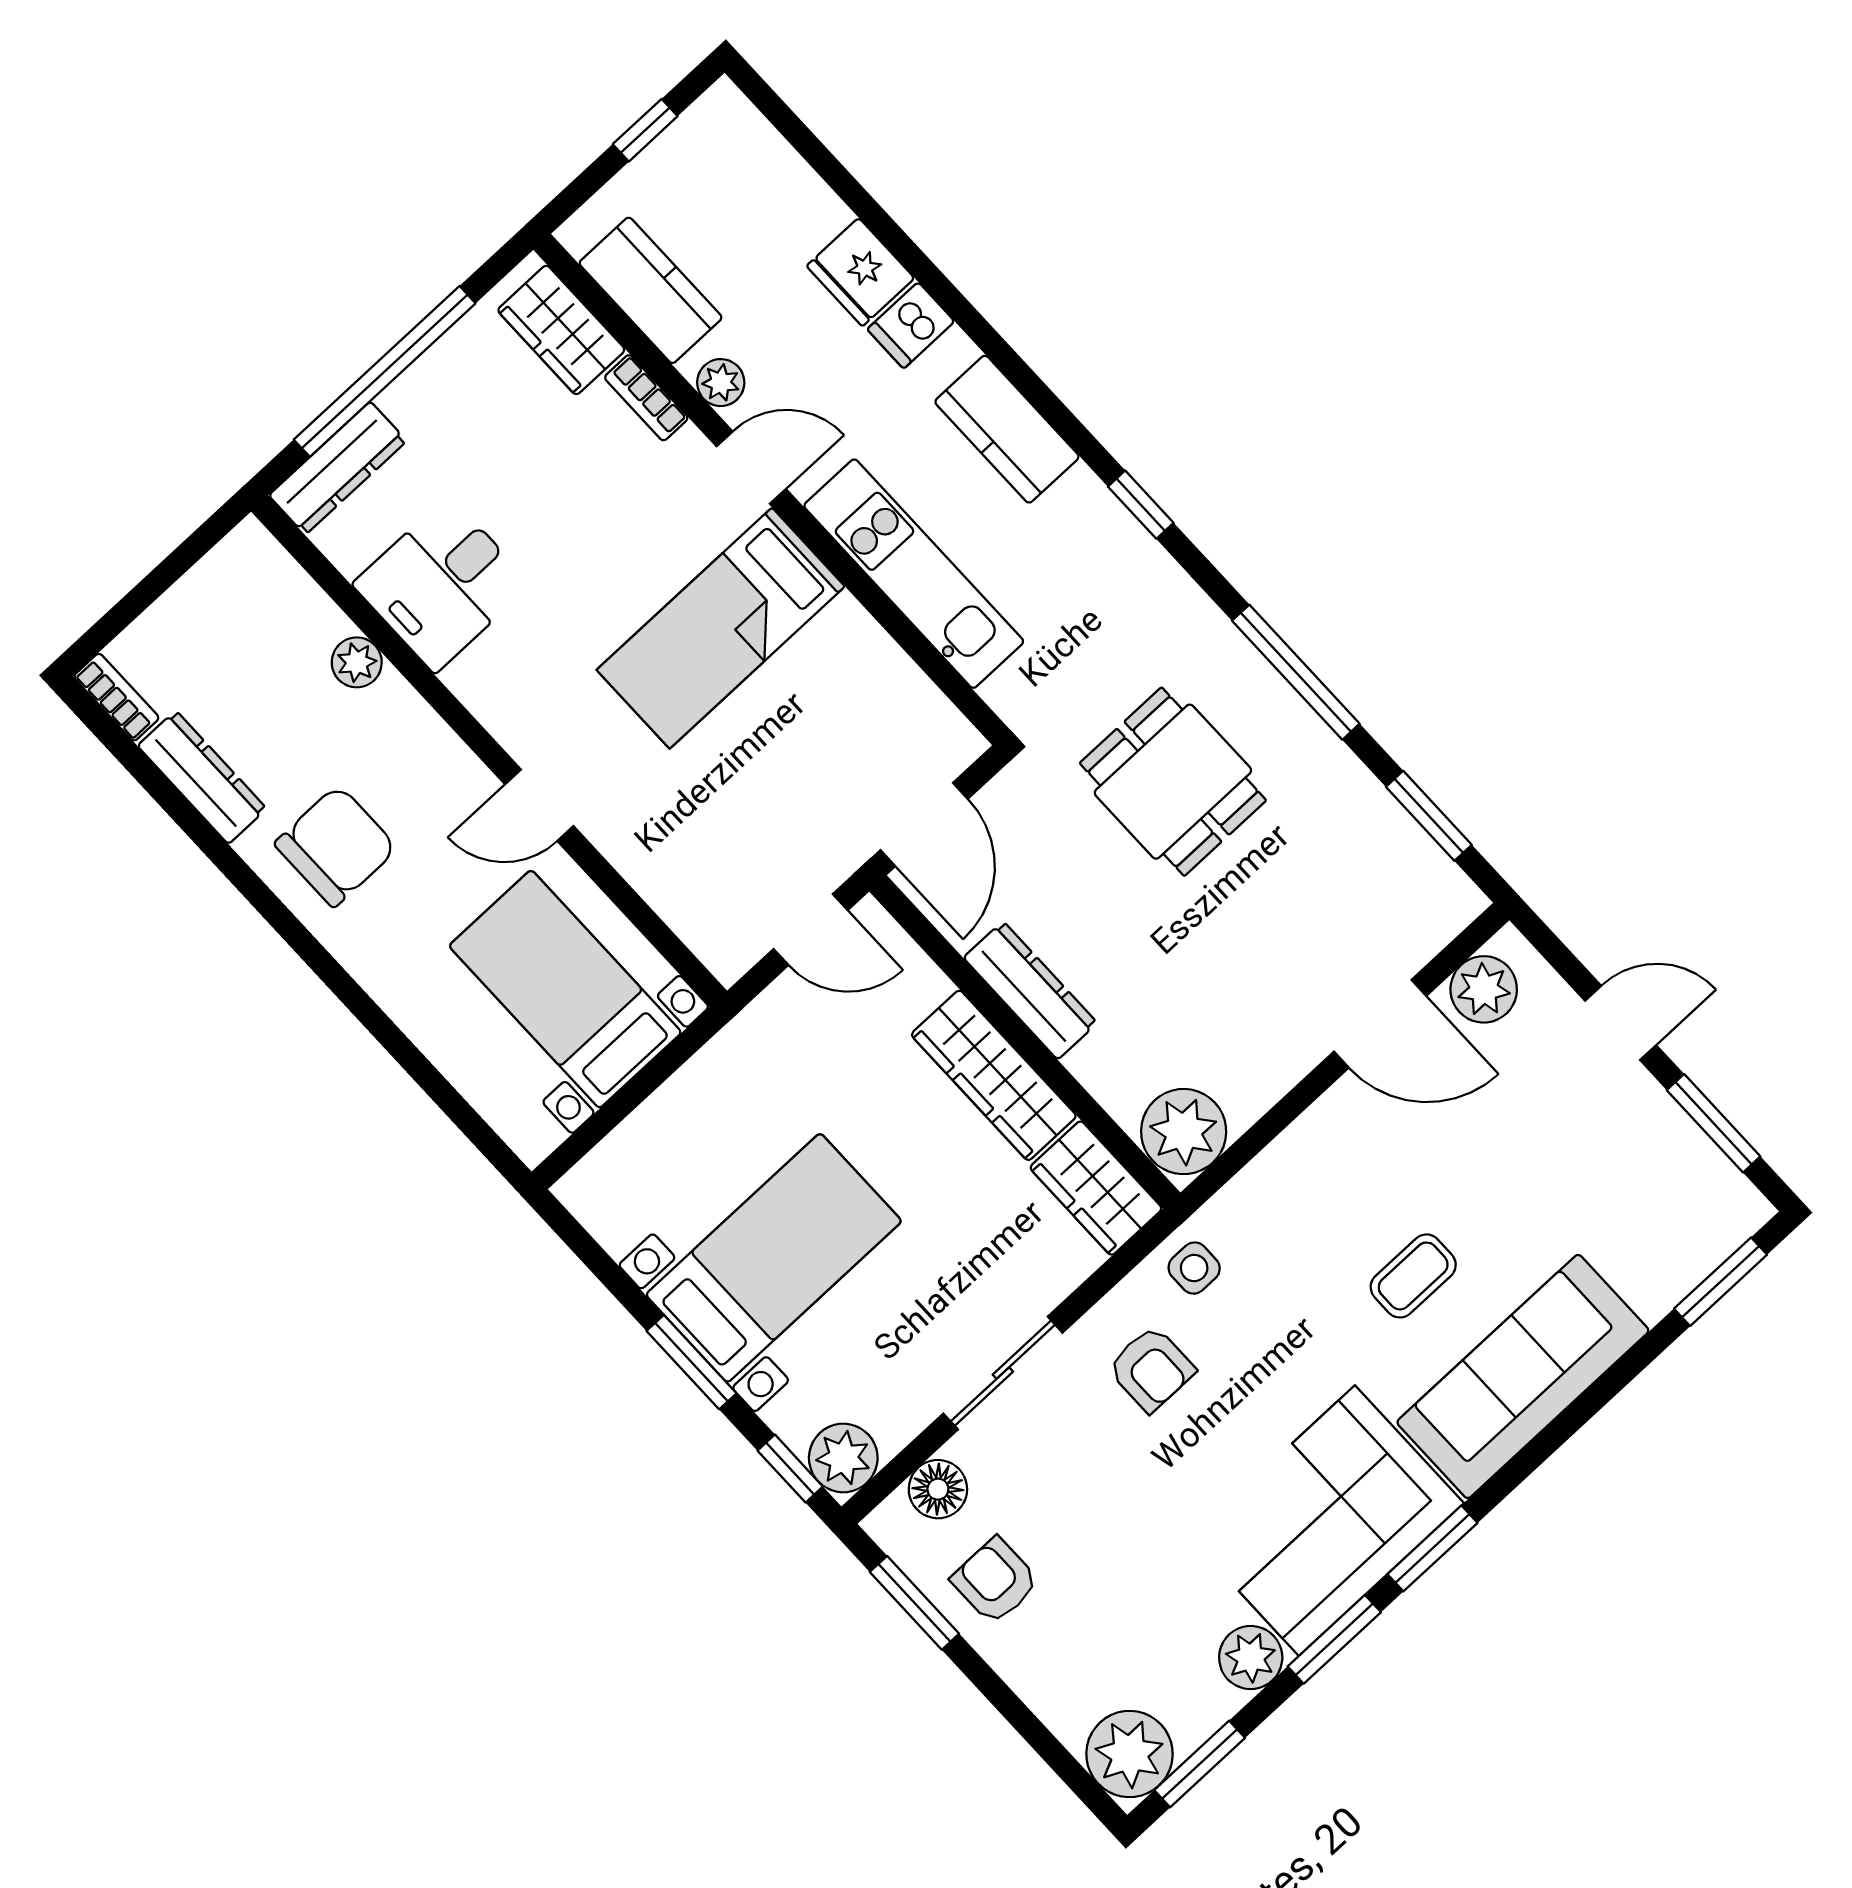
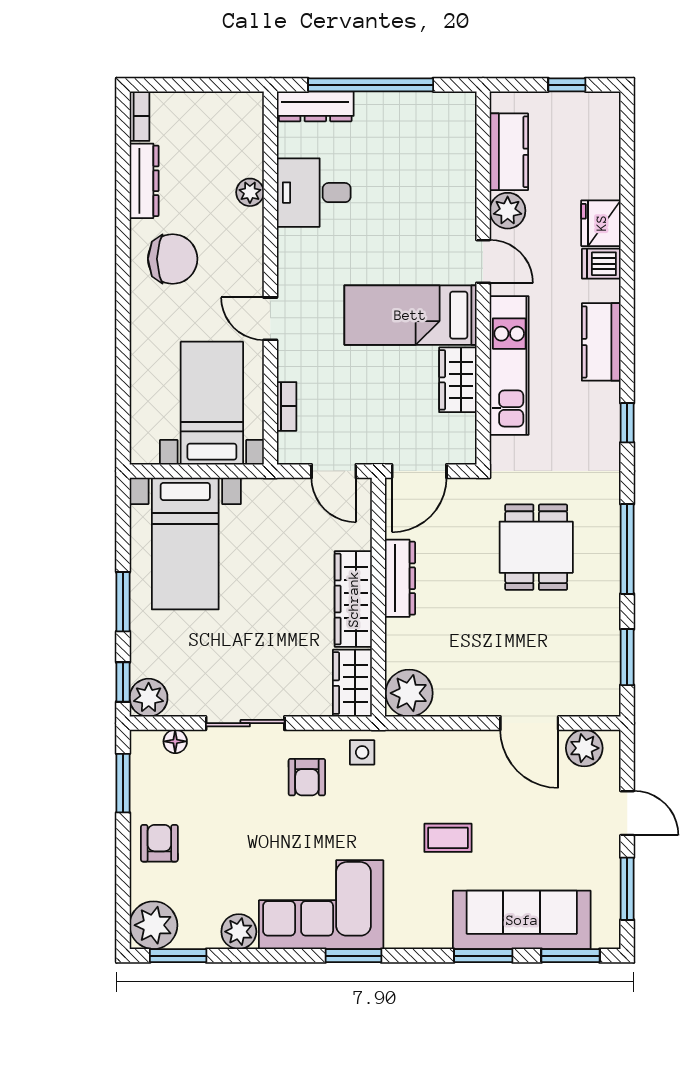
wardrobe: (561, 330) -> (458, 380), moved
plant: (721, 383) -> (508, 211), width x1.38, depth x1.38
bookcase: (646, 398) -> (287, 406), moved, turned 180
bed with nightstands: (774, 1258) -> (185, 544), moved, turned 90
sofa: (1523, 1376) -> (522, 920), moved
floor lamp: (938, 1489) -> (175, 741), width x0.73, depth x0.73
armchair: (995, 1581) -> (159, 843), moved
window: (1334, 1639) -> (483, 956), moved

